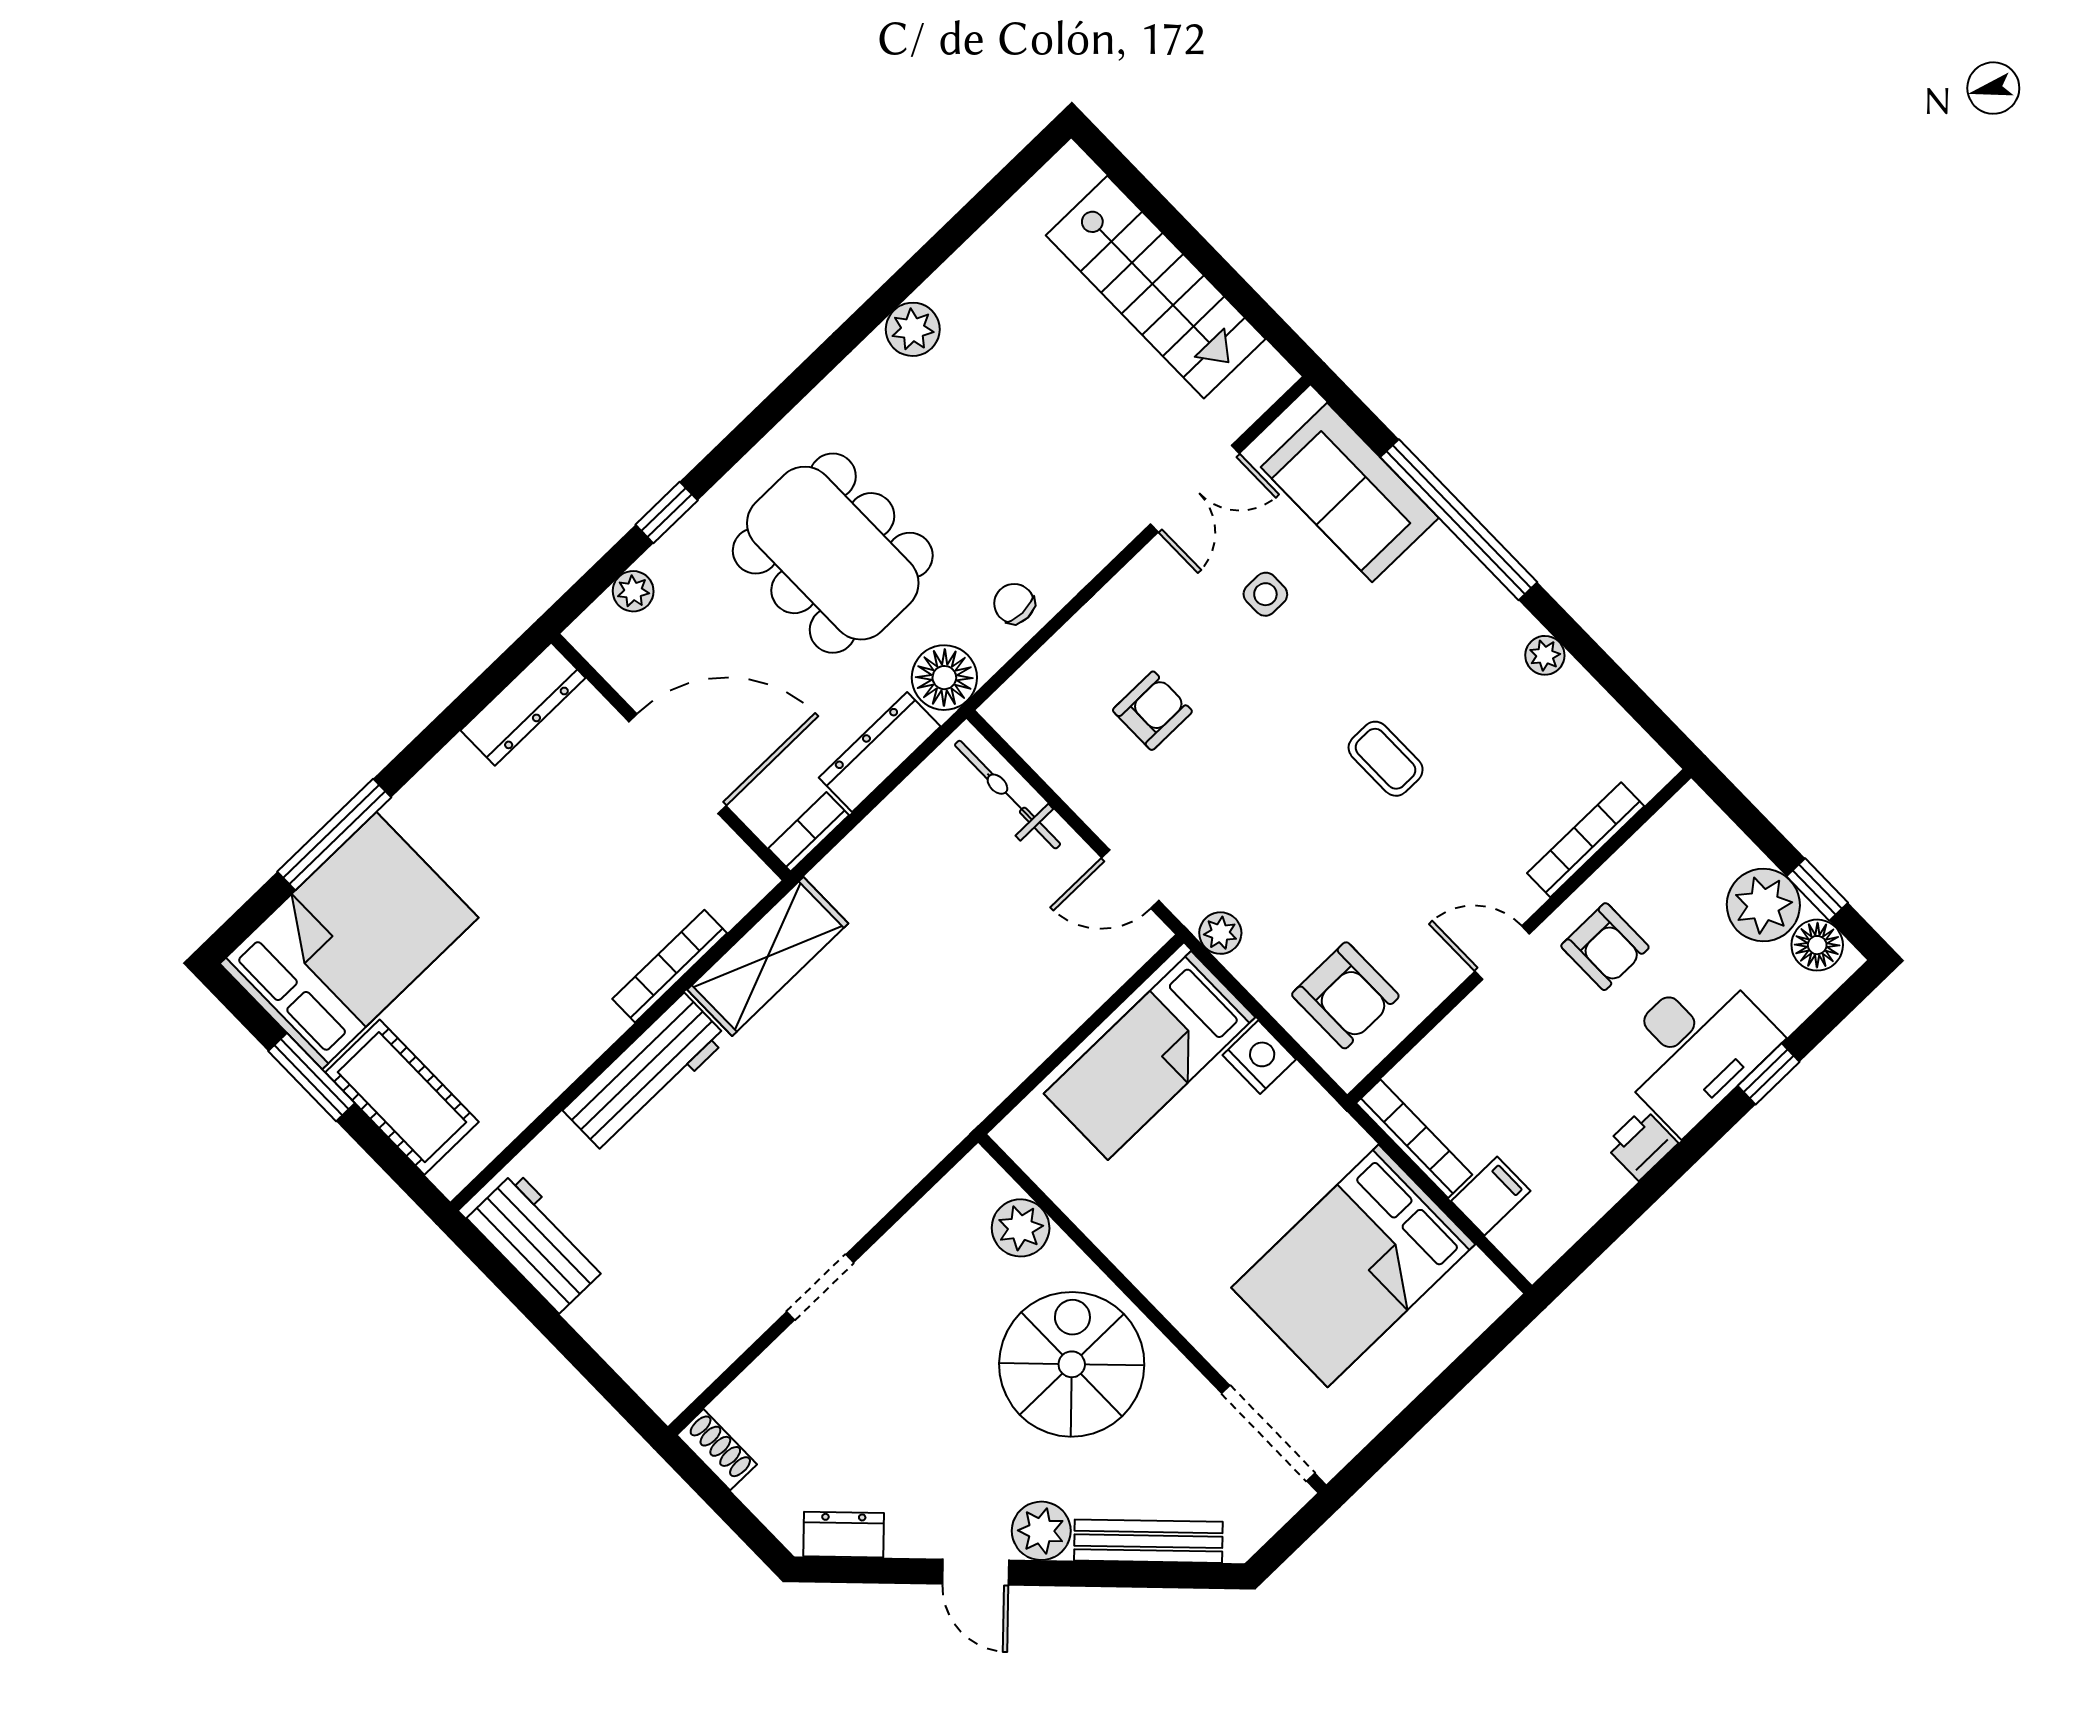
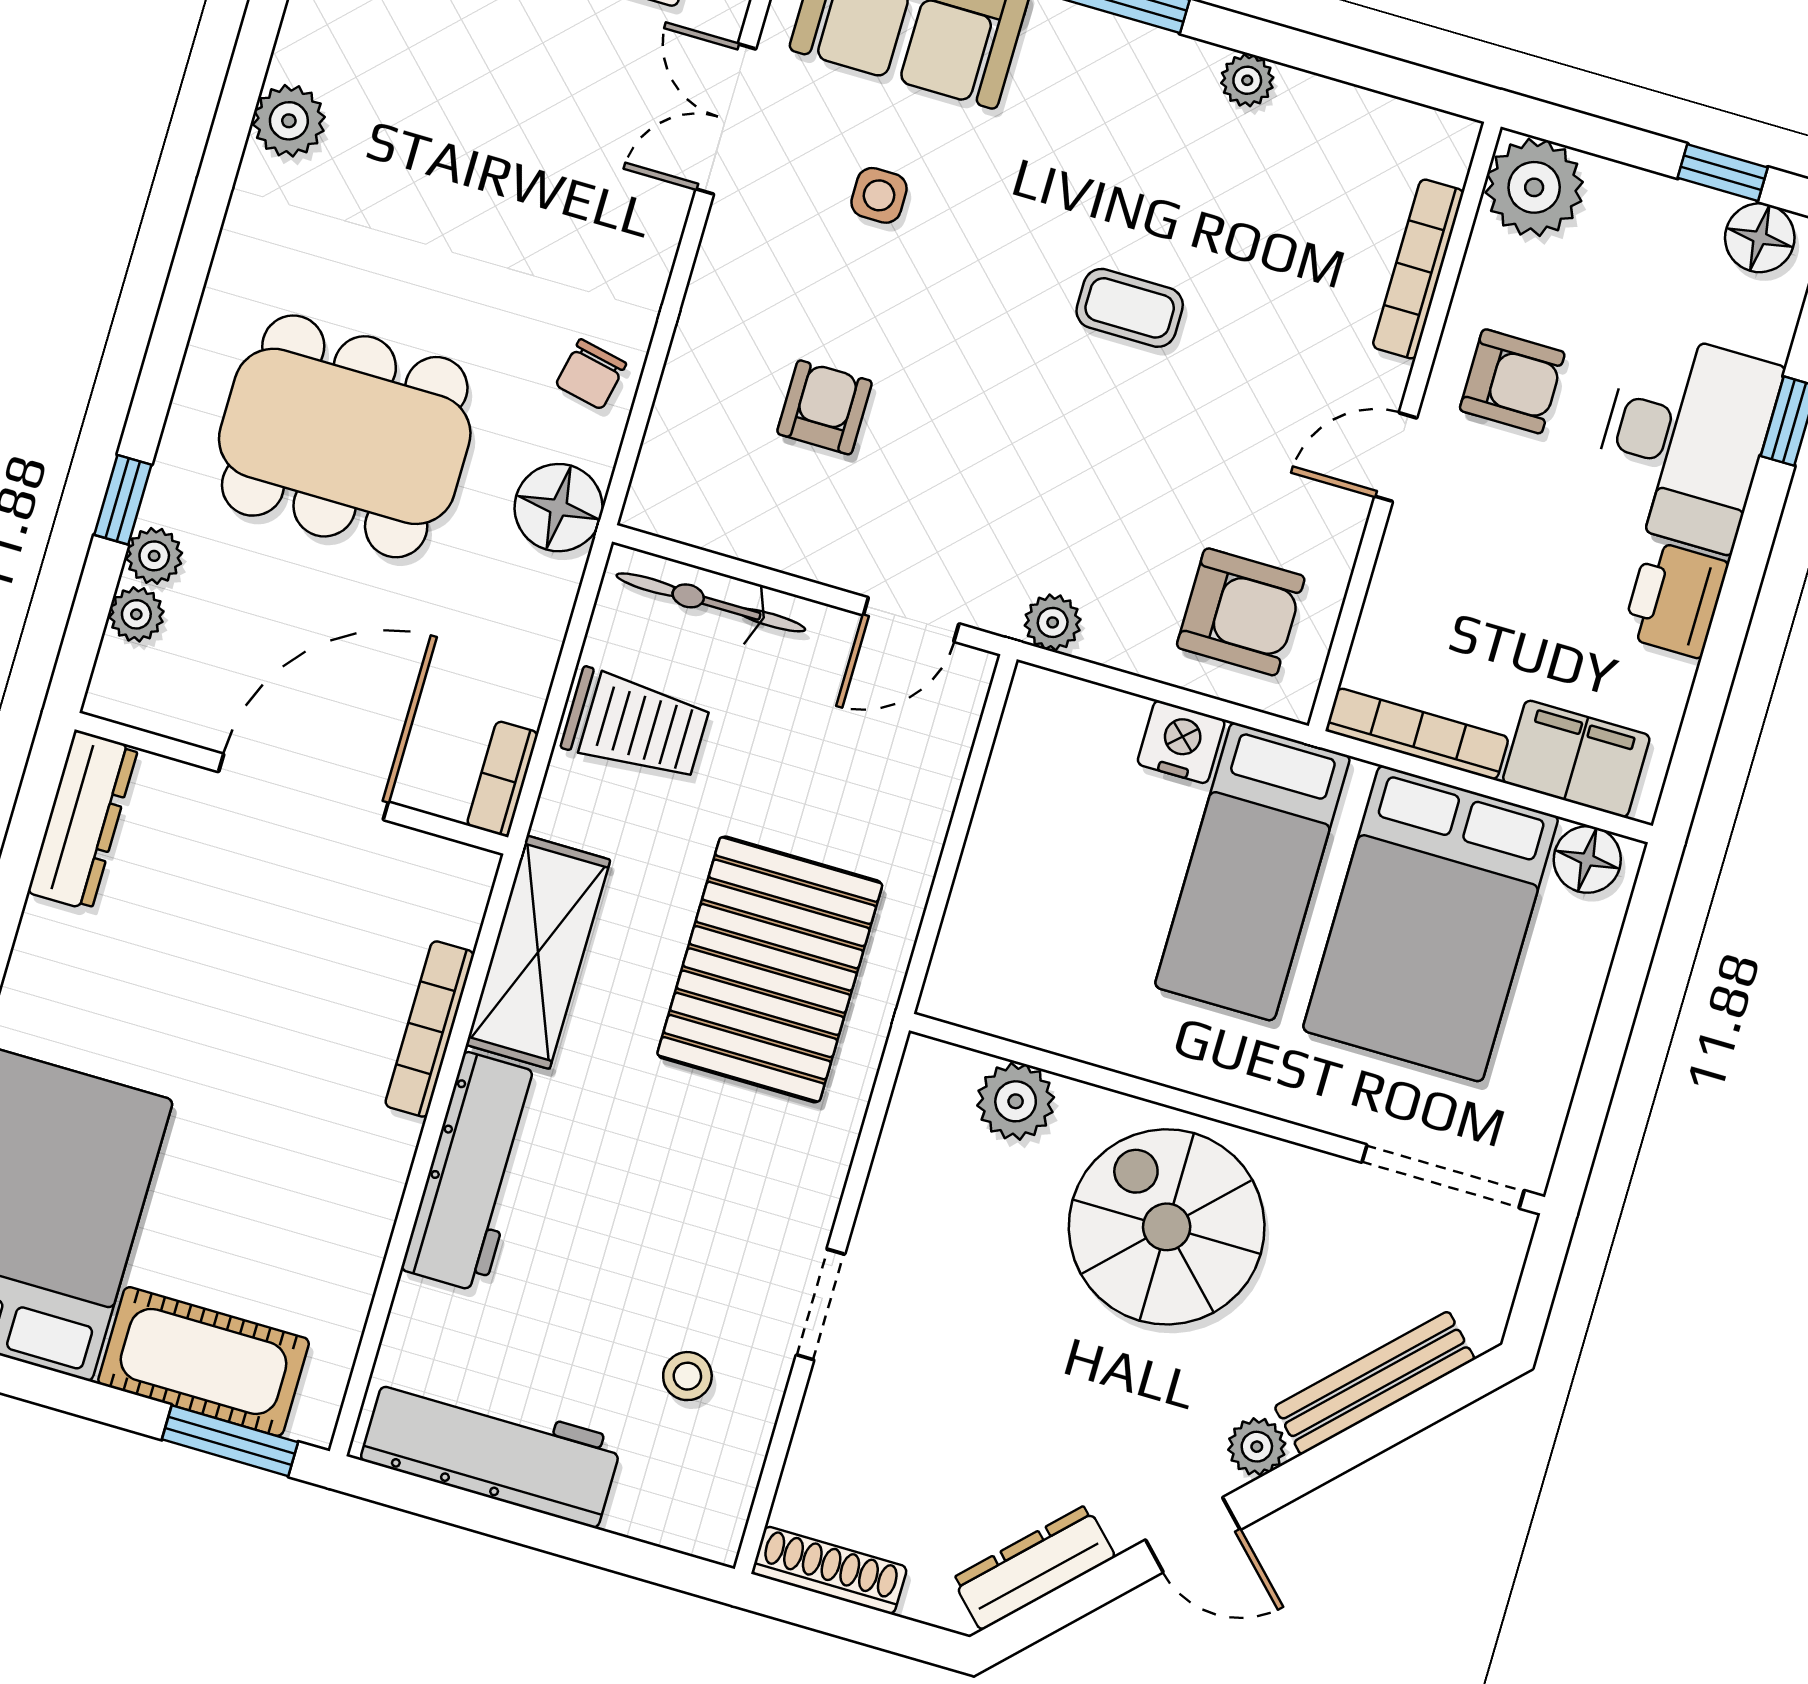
double door: (1195, 489) -> (726, 119), swing flipped
plant: (666, 560) -> (154, 556), added
chair: (1014, 604) -> (591, 374), turned -78
dresser: (880, 752) -> (532, 638), removed
trolley: (914, 846) -> (636, 725), added
plant: (1763, 905) -> (1534, 187), moved
pallet: (911, 1053) -> (770, 969), added
bed: (1150, 1055) -> (1252, 872), moved
window: (312, 1077) -> (230, 1441), moved
printer: (1641, 1144) -> (1675, 599), width x1.36, depth x1.24
filing cabinet: (1491, 1196) -> (1576, 759), width x2.00
workbench: (537, 1242) -> (492, 1450), width x1.38
floor lamp: (1478, 1282) -> (1587, 860), added
stool: (708, 1284) -> (687, 1376), added
shoe rack: (717, 1450) -> (829, 1570), width x1.43
plant: (1041, 1531) -> (1257, 1447), width x0.73, depth x0.73
dresser: (844, 1535) -> (1034, 1568), width x1.44

